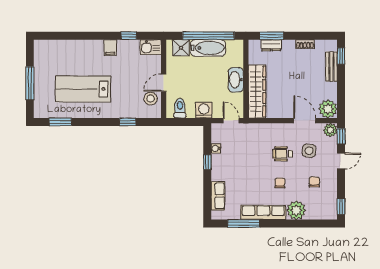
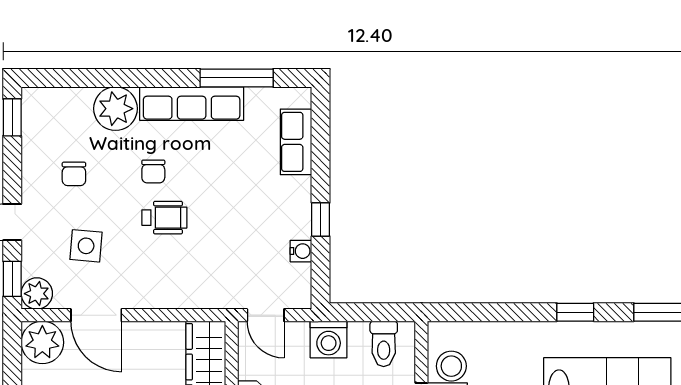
window: (128, 122) -> (575, 312), moved
wheelchair: (283, 154) -> (164, 218), moved

